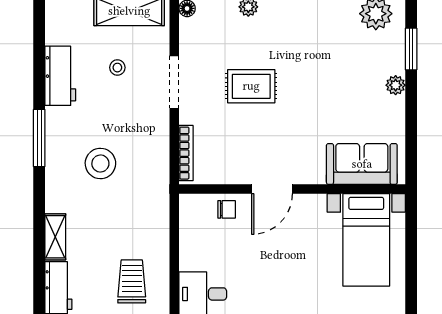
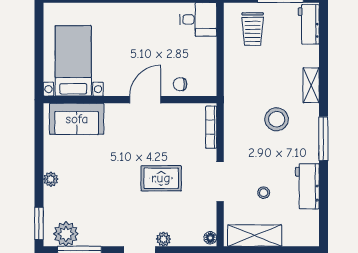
window: (411, 49) -> (39, 223), moved
shelving: (55, 237) -> (311, 85), moved

